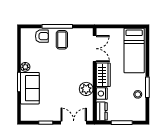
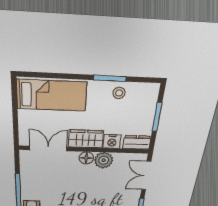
coffee table: (62, 40) -> (36, 186), removed
floor lamp: (88, 76) -> (86, 158), added

